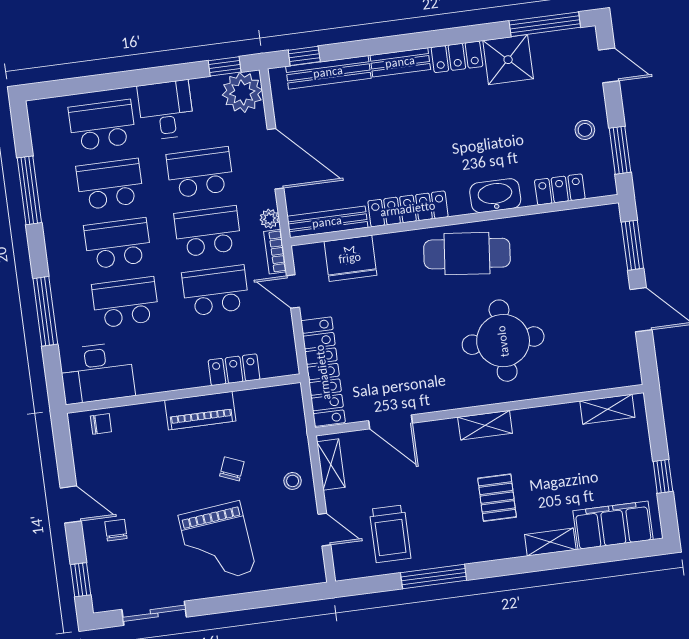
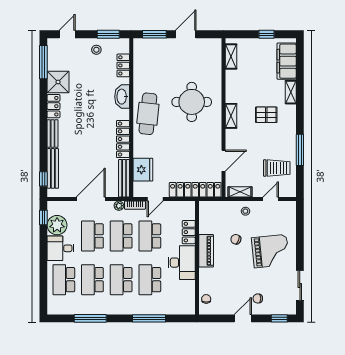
plant: (242, 92) -> (57, 225), moved
desk: (97, 373) -> (182, 263), moved

